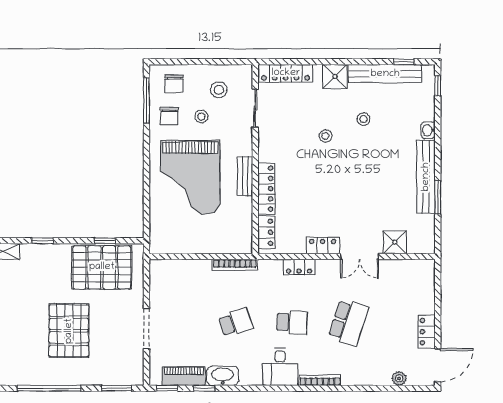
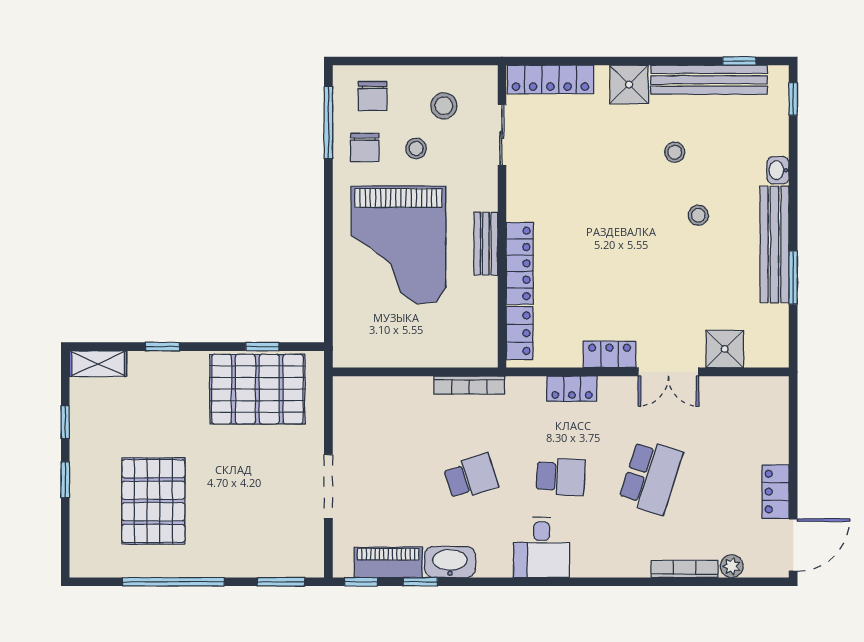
stool: (325, 136) -> (698, 215), moved
pallet: (69, 331) -> (153, 501), moved
bookcase: (320, 380) -> (685, 569), moved

